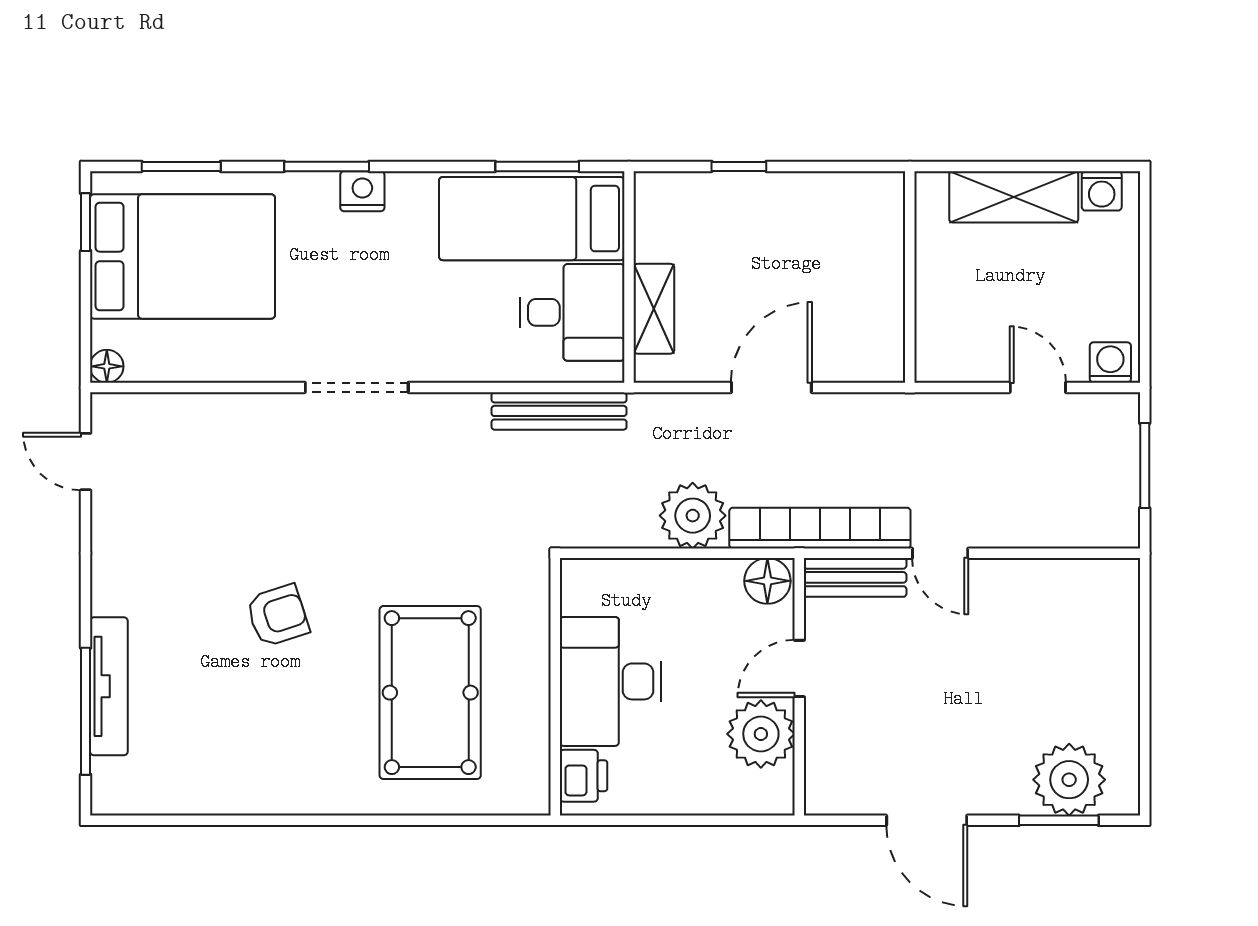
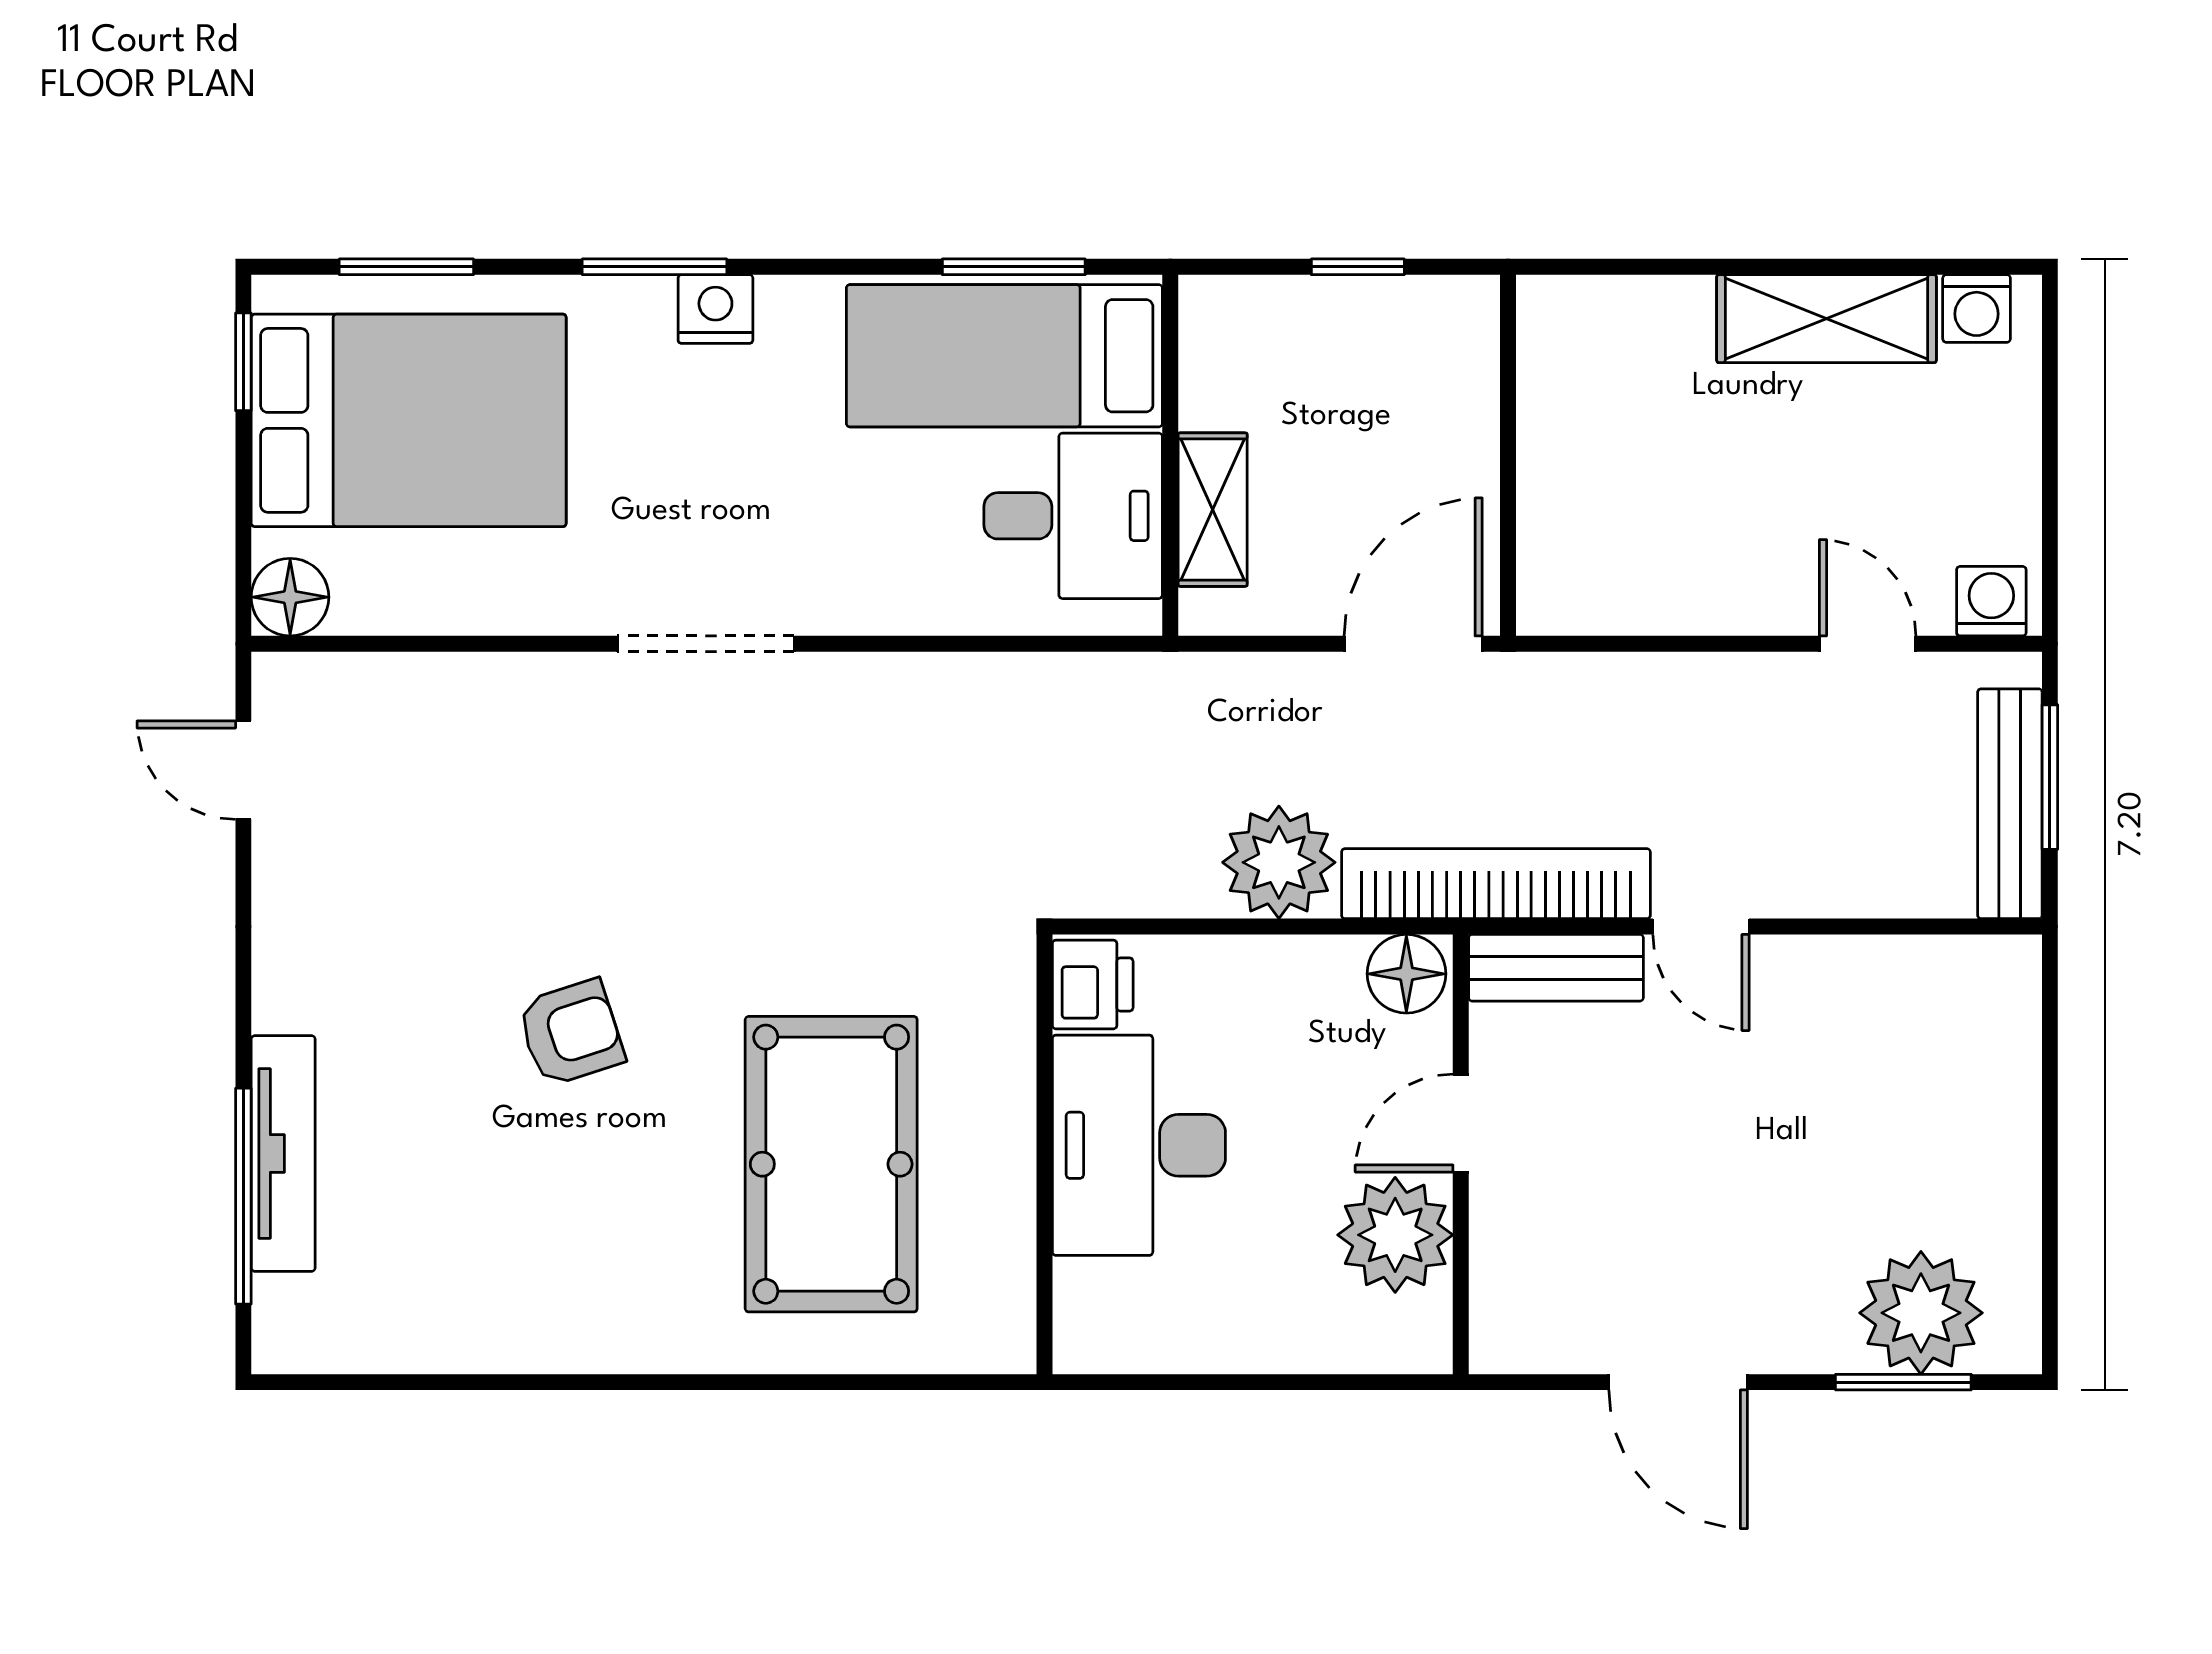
wall: (910, 277) -> (1508, 455), moved
floor lamp: (107, 366) -> (290, 597), width x1.37, depth x1.37
bench: (559, 411) -> (2010, 804), moved, turned 90
printer: (584, 776) -> (1093, 984), moved

